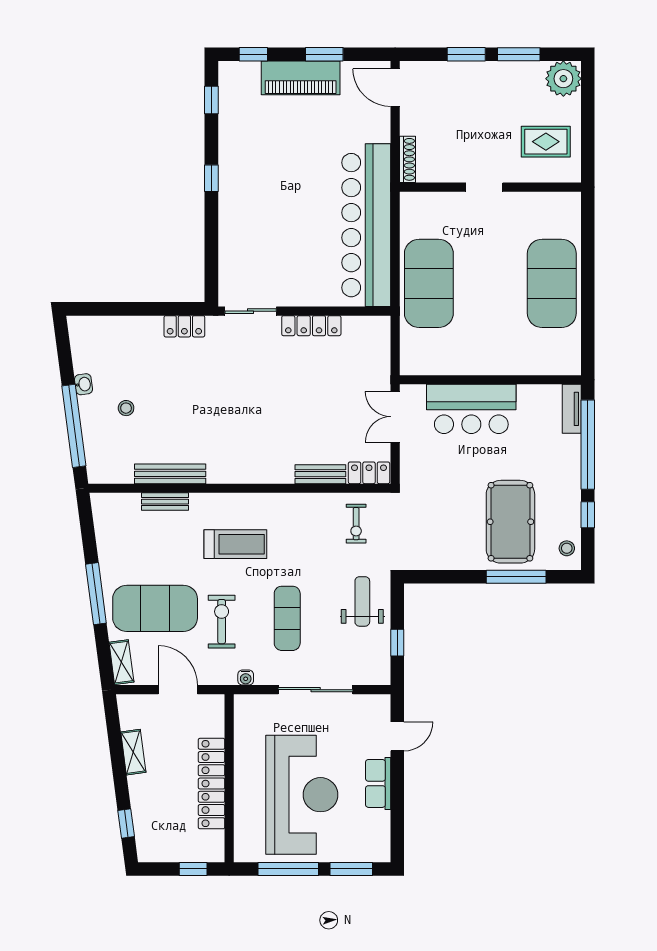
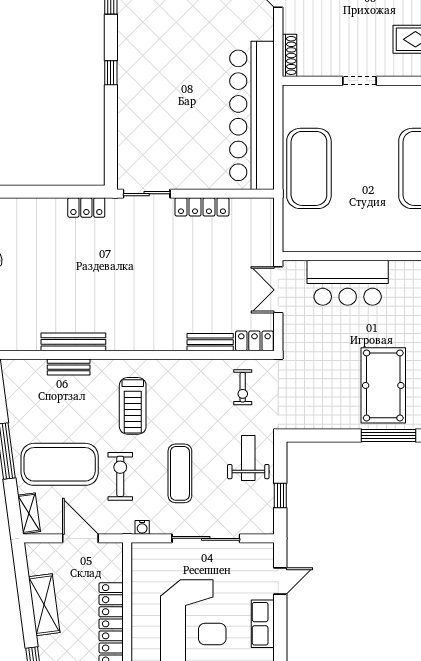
stool: (126, 408) -> (33, 282), removed
treadmill: (235, 544) -> (133, 406), turned 90
shelving: (133, 752) -> (44, 605), width x1.50, depth x1.33

